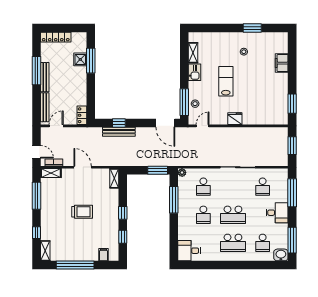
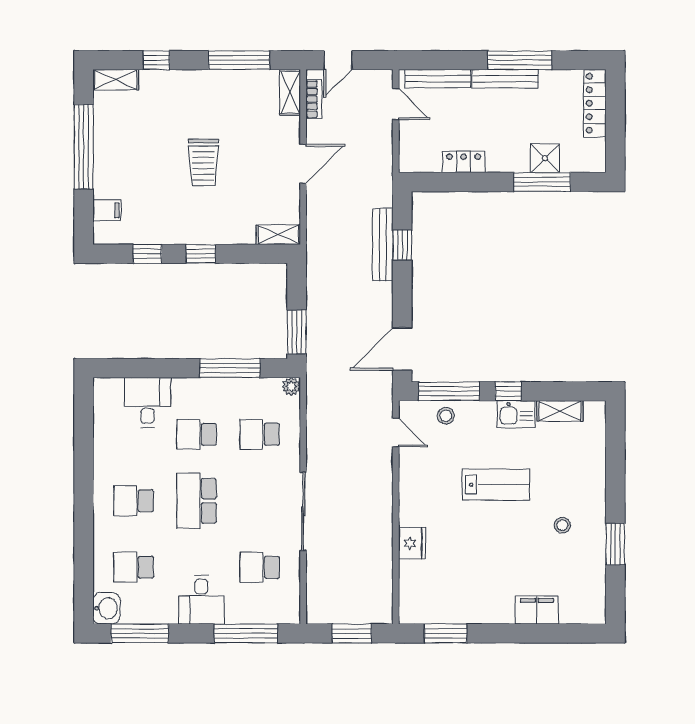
window: (184, 76) -> (508, 391), added
locker: (82, 115) -> (464, 162), moved
fridge: (235, 119) -> (412, 543), moved
school desk: (233, 243) -> (134, 501), width x0.54
desk: (189, 251) -> (148, 402), moved

